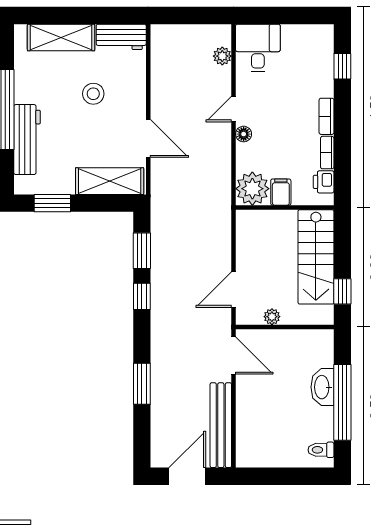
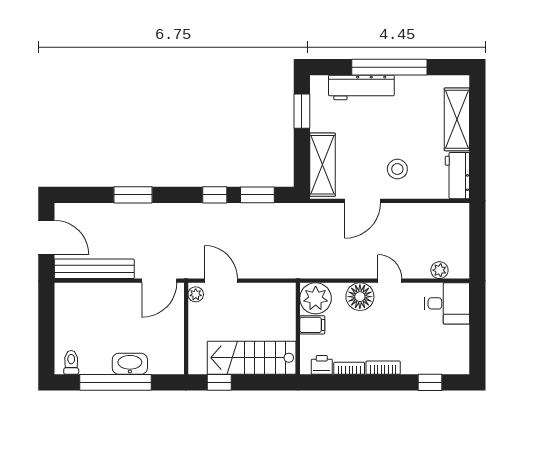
stool: (93, 94) -> (397, 169), moved
floor lamp: (244, 134) -> (360, 297), width x1.89, depth x1.89
plant: (272, 317) -> (196, 294), moved

